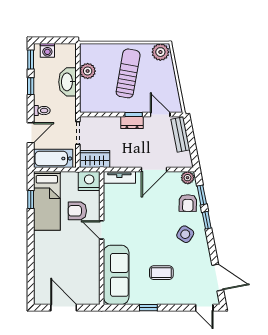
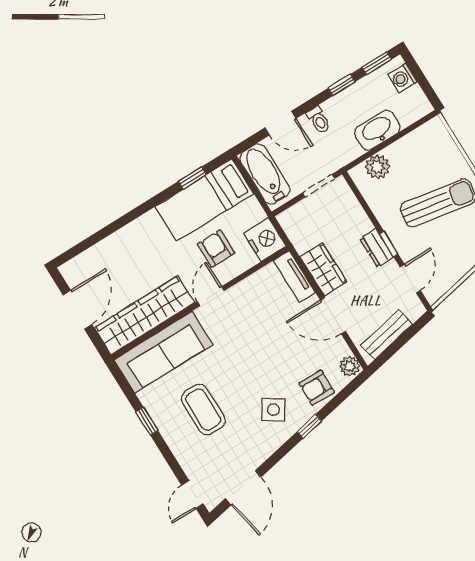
plant: (88, 71) -> (377, 167), moved
bench: (180, 134) -> (387, 335), moved
wardrobe: (95, 159) -> (323, 269), moved
window: (202, 195) -> (339, 399), removed
wardrobe: (90, 273) -> (145, 315), added
coffee table: (161, 273) -> (203, 410), width x1.36, depth x1.30

